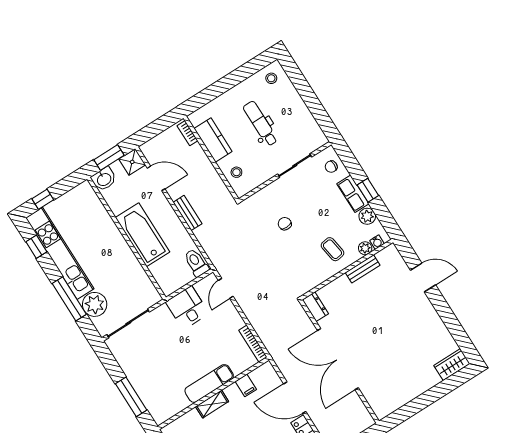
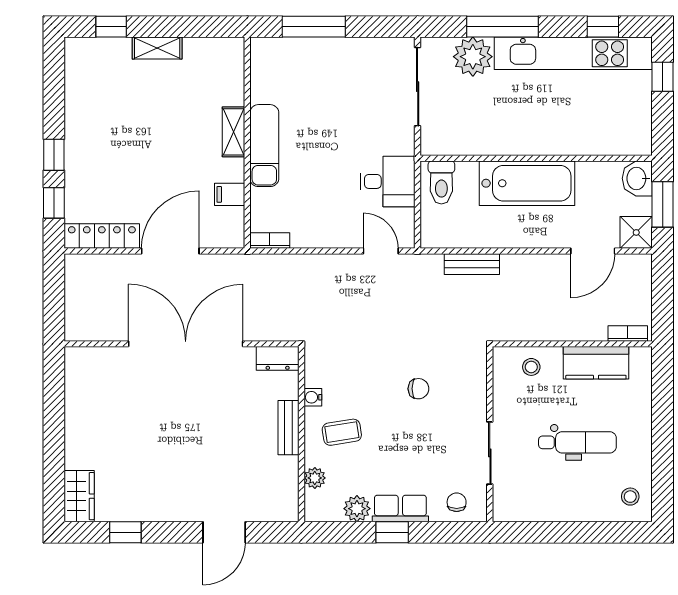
bench: (188, 213) -> (472, 264), moved
water cooler: (377, 242) -> (313, 397), moved
toilet: (196, 263) -> (441, 182), moved, turned 90
bench: (363, 269) -> (289, 428), moved
window: (455, 329) -> (125, 532), added
bookcase: (253, 344) -> (270, 241), width x0.64

